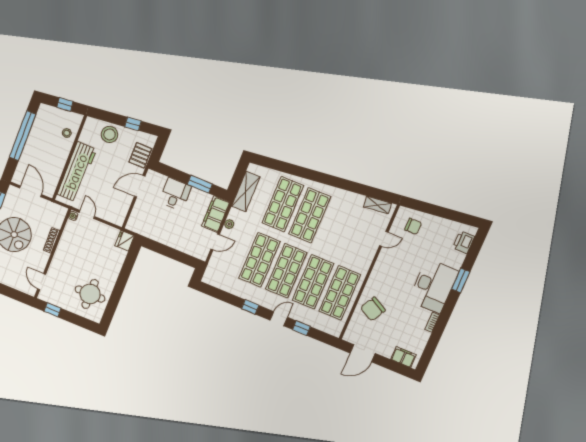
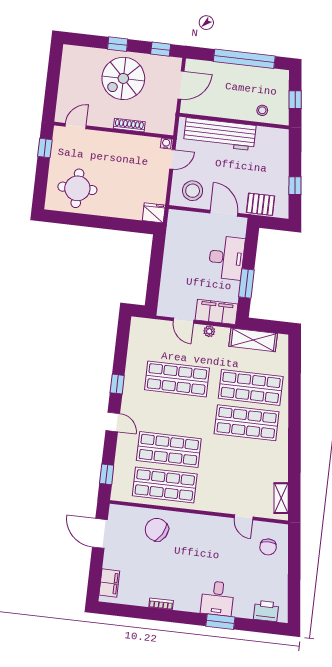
stool: (109, 134) -> (193, 191), moved
desk: (175, 194) -> (226, 258), width x1.37
shop shelf: (286, 271) -> (173, 414), removed
desk: (433, 286) -> (217, 598), width x0.53, depth x0.77
window: (301, 328) -> (107, 474), moved

